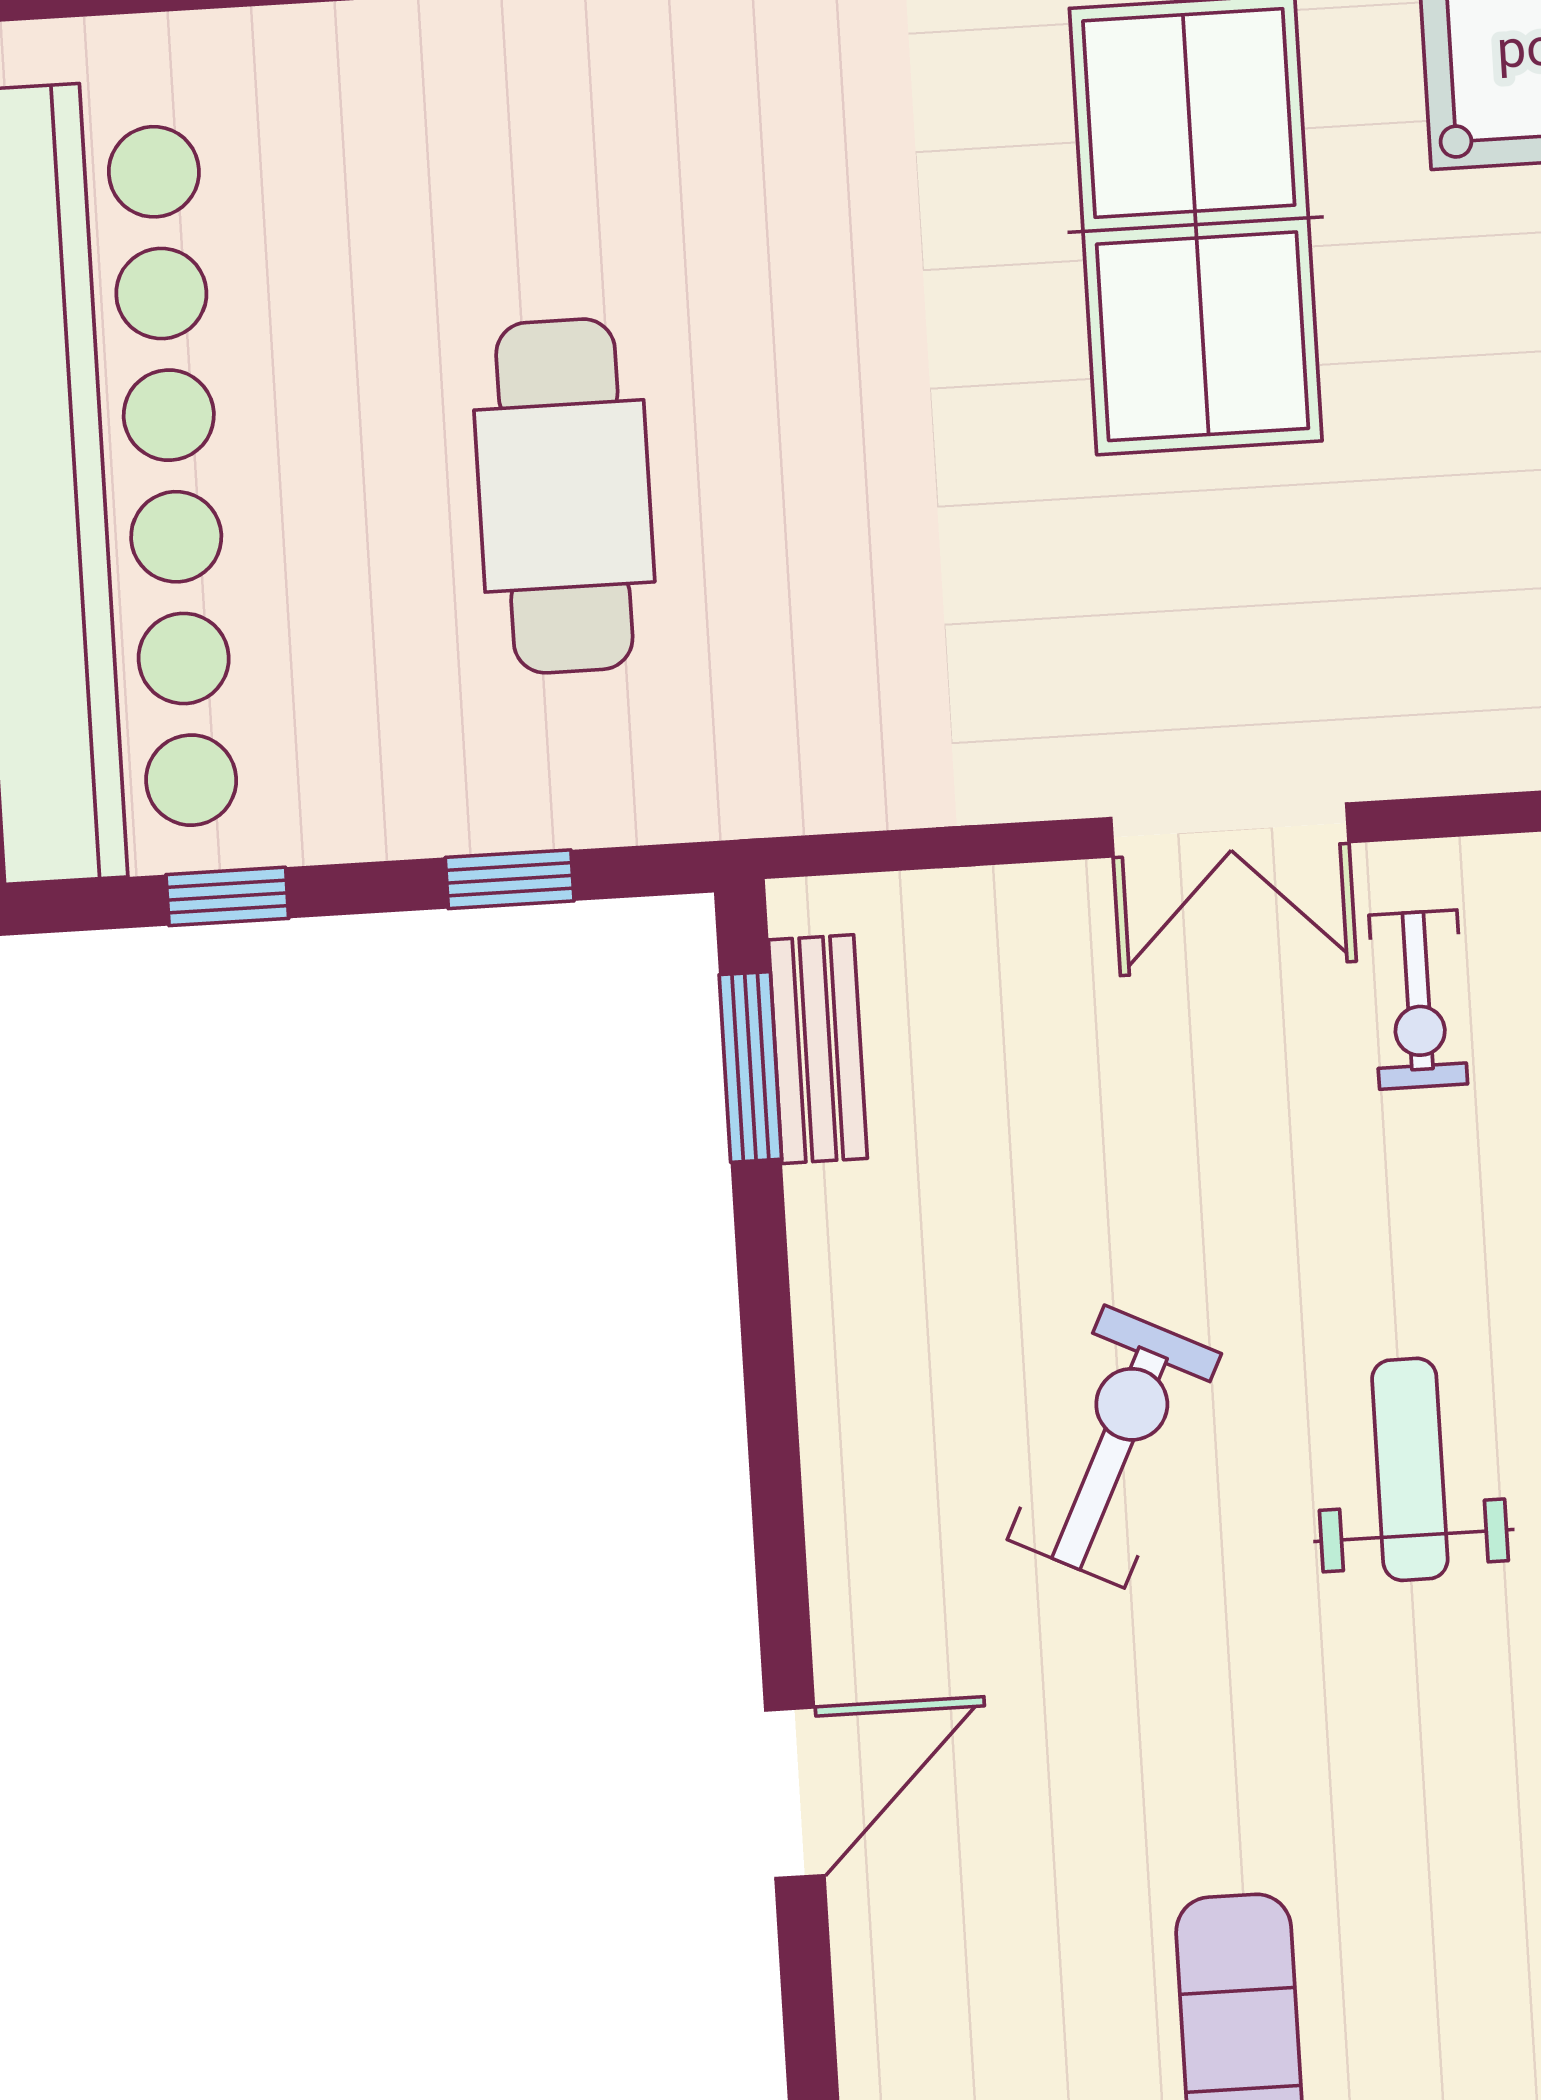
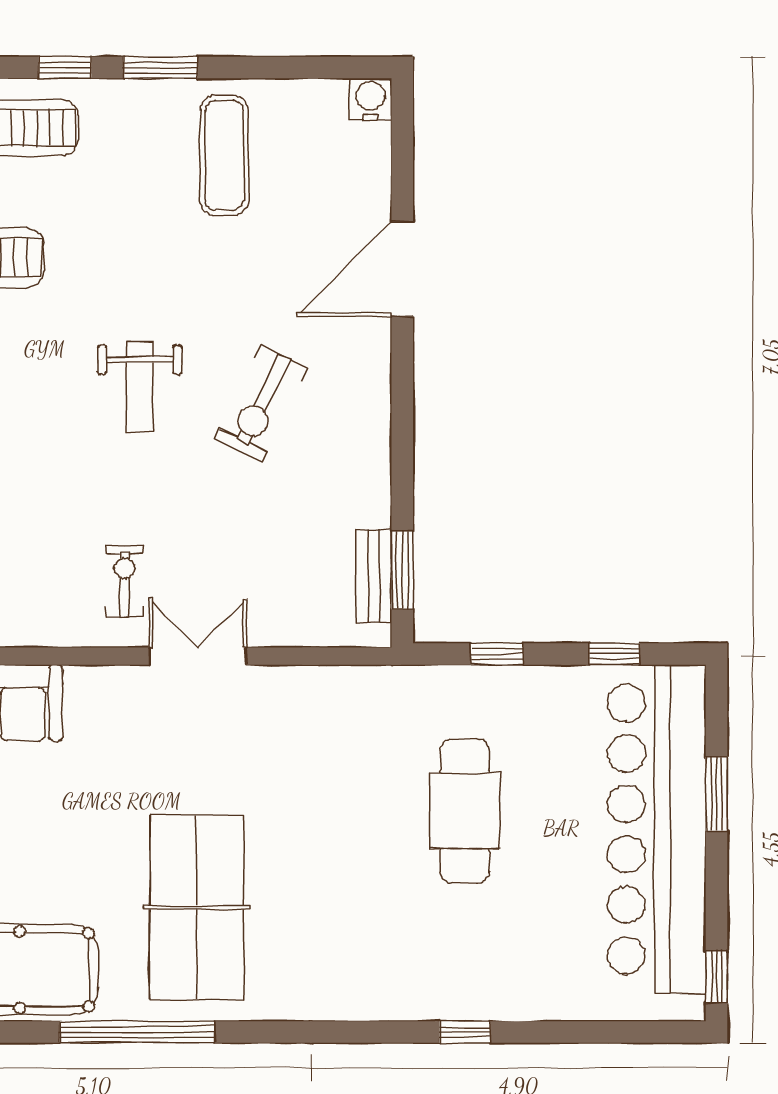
door: (795, 1793) -> (402, 269), width x1.36

